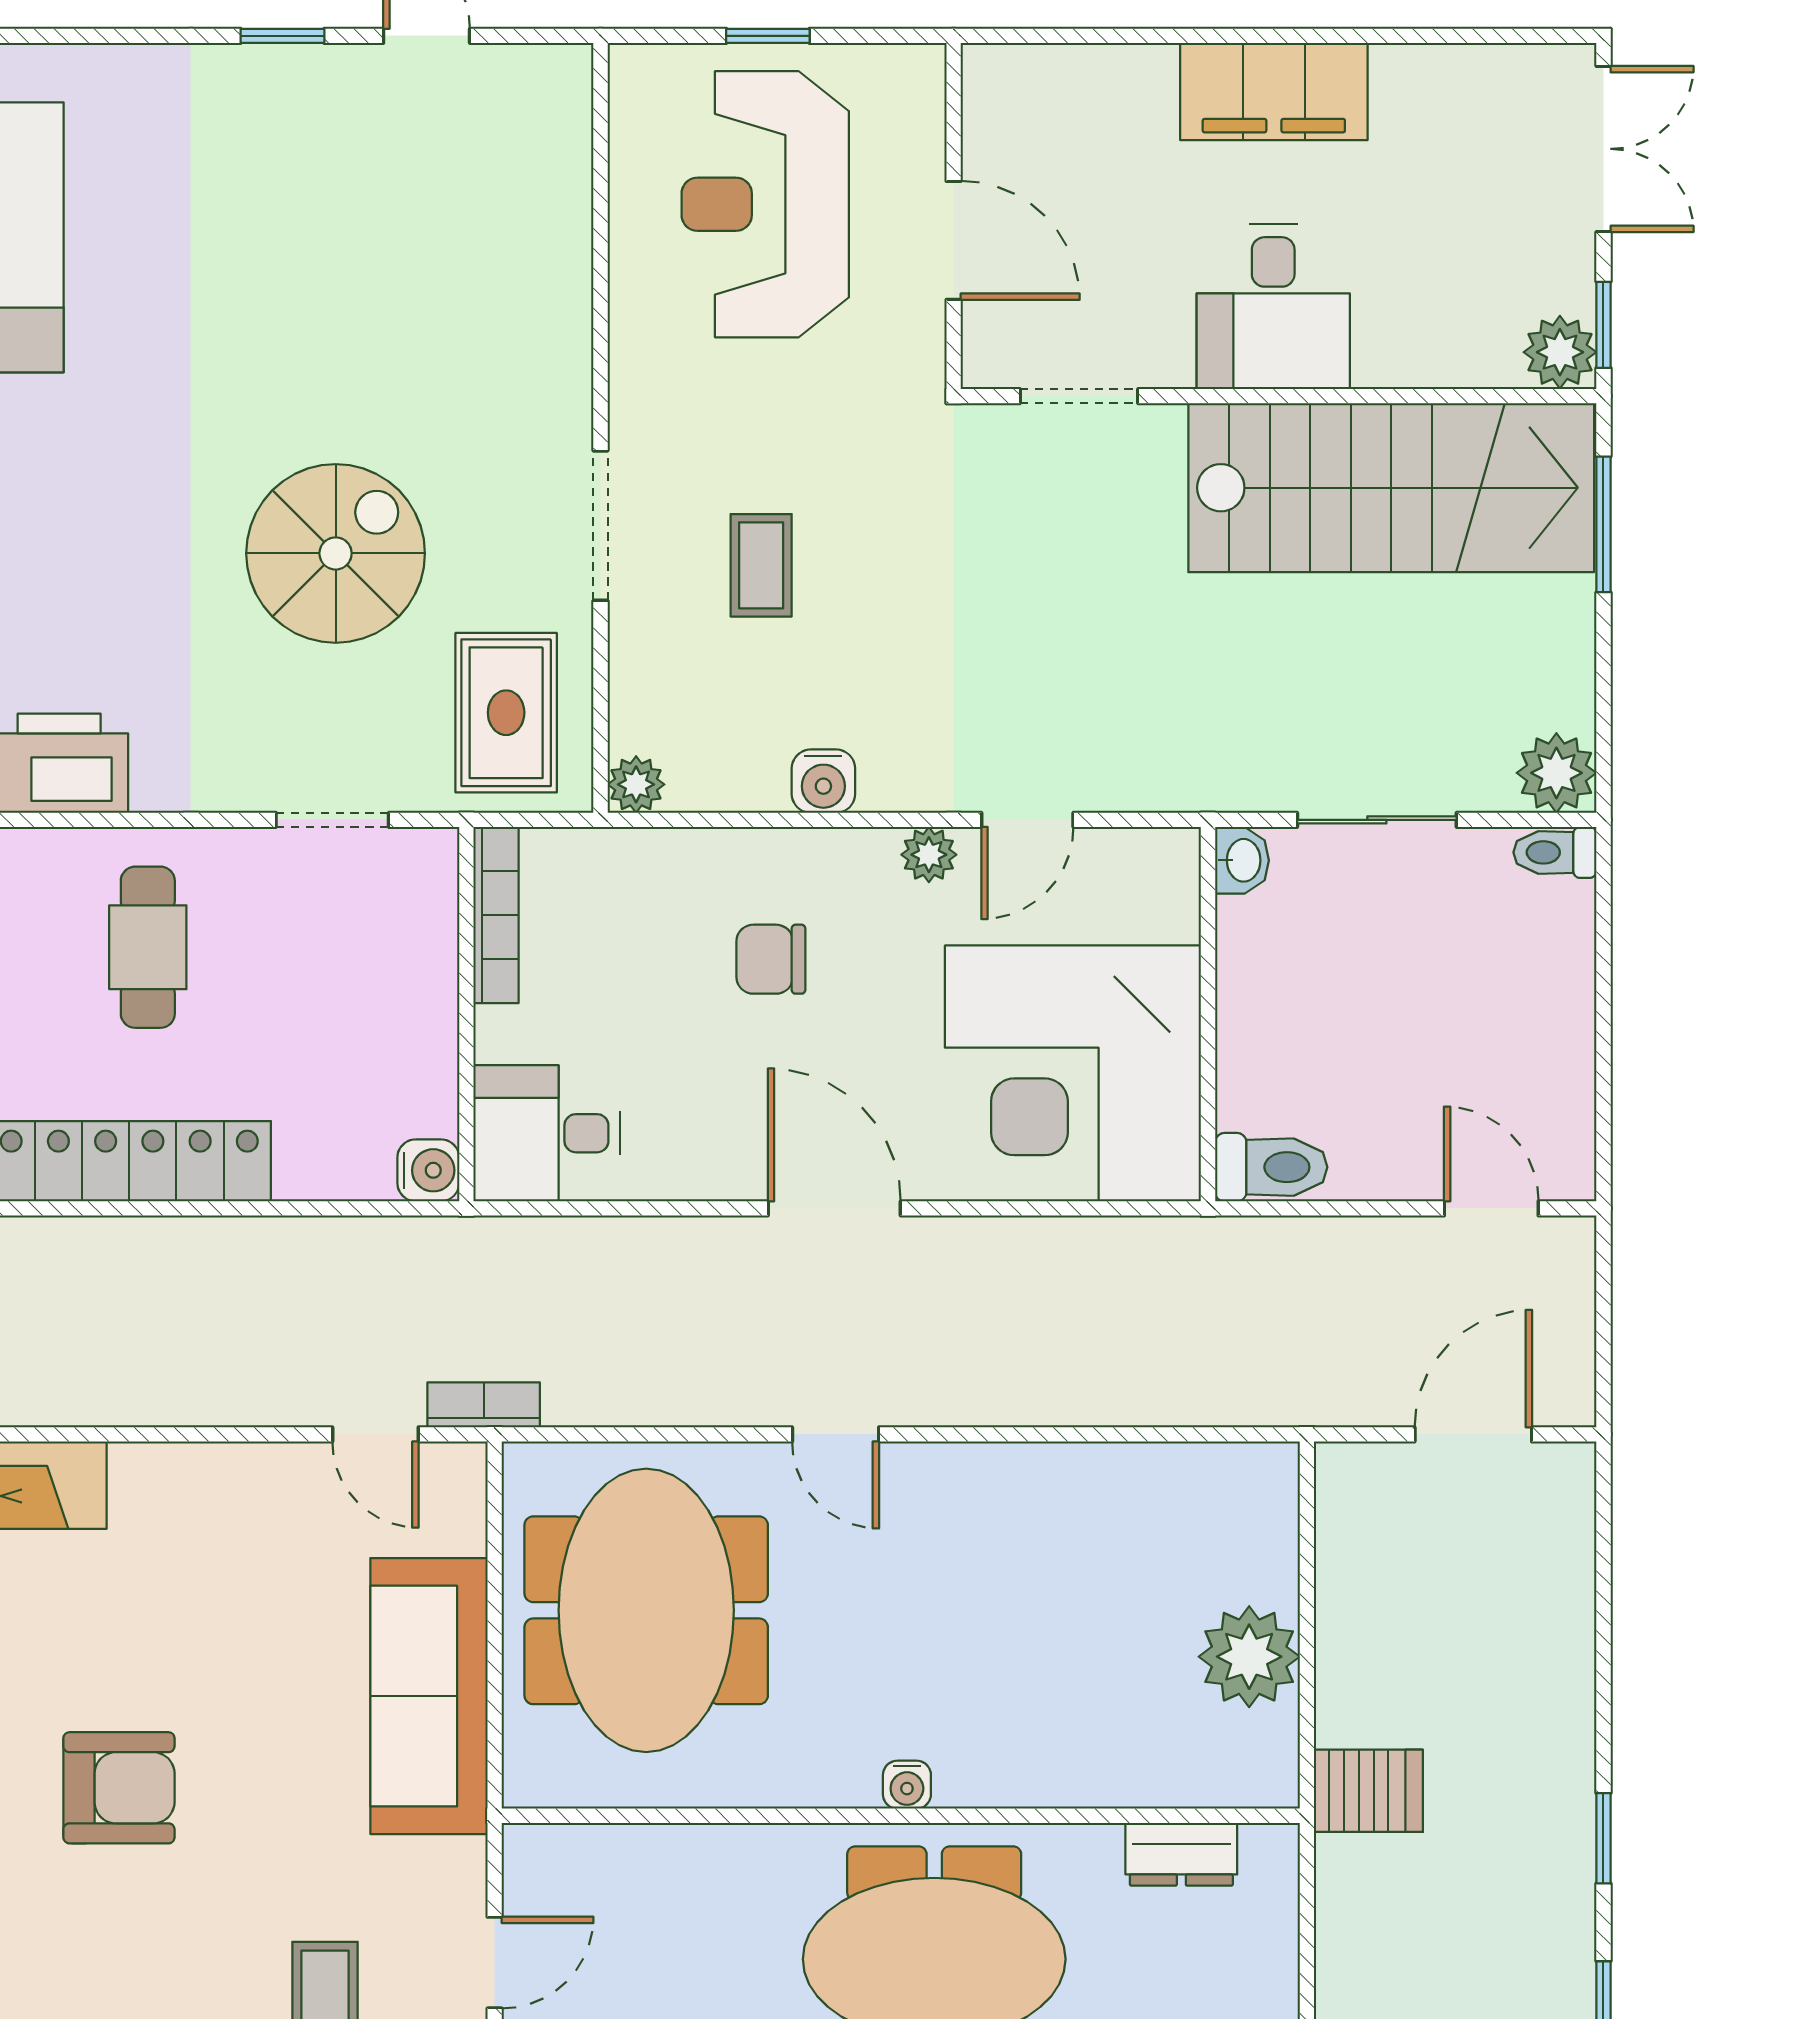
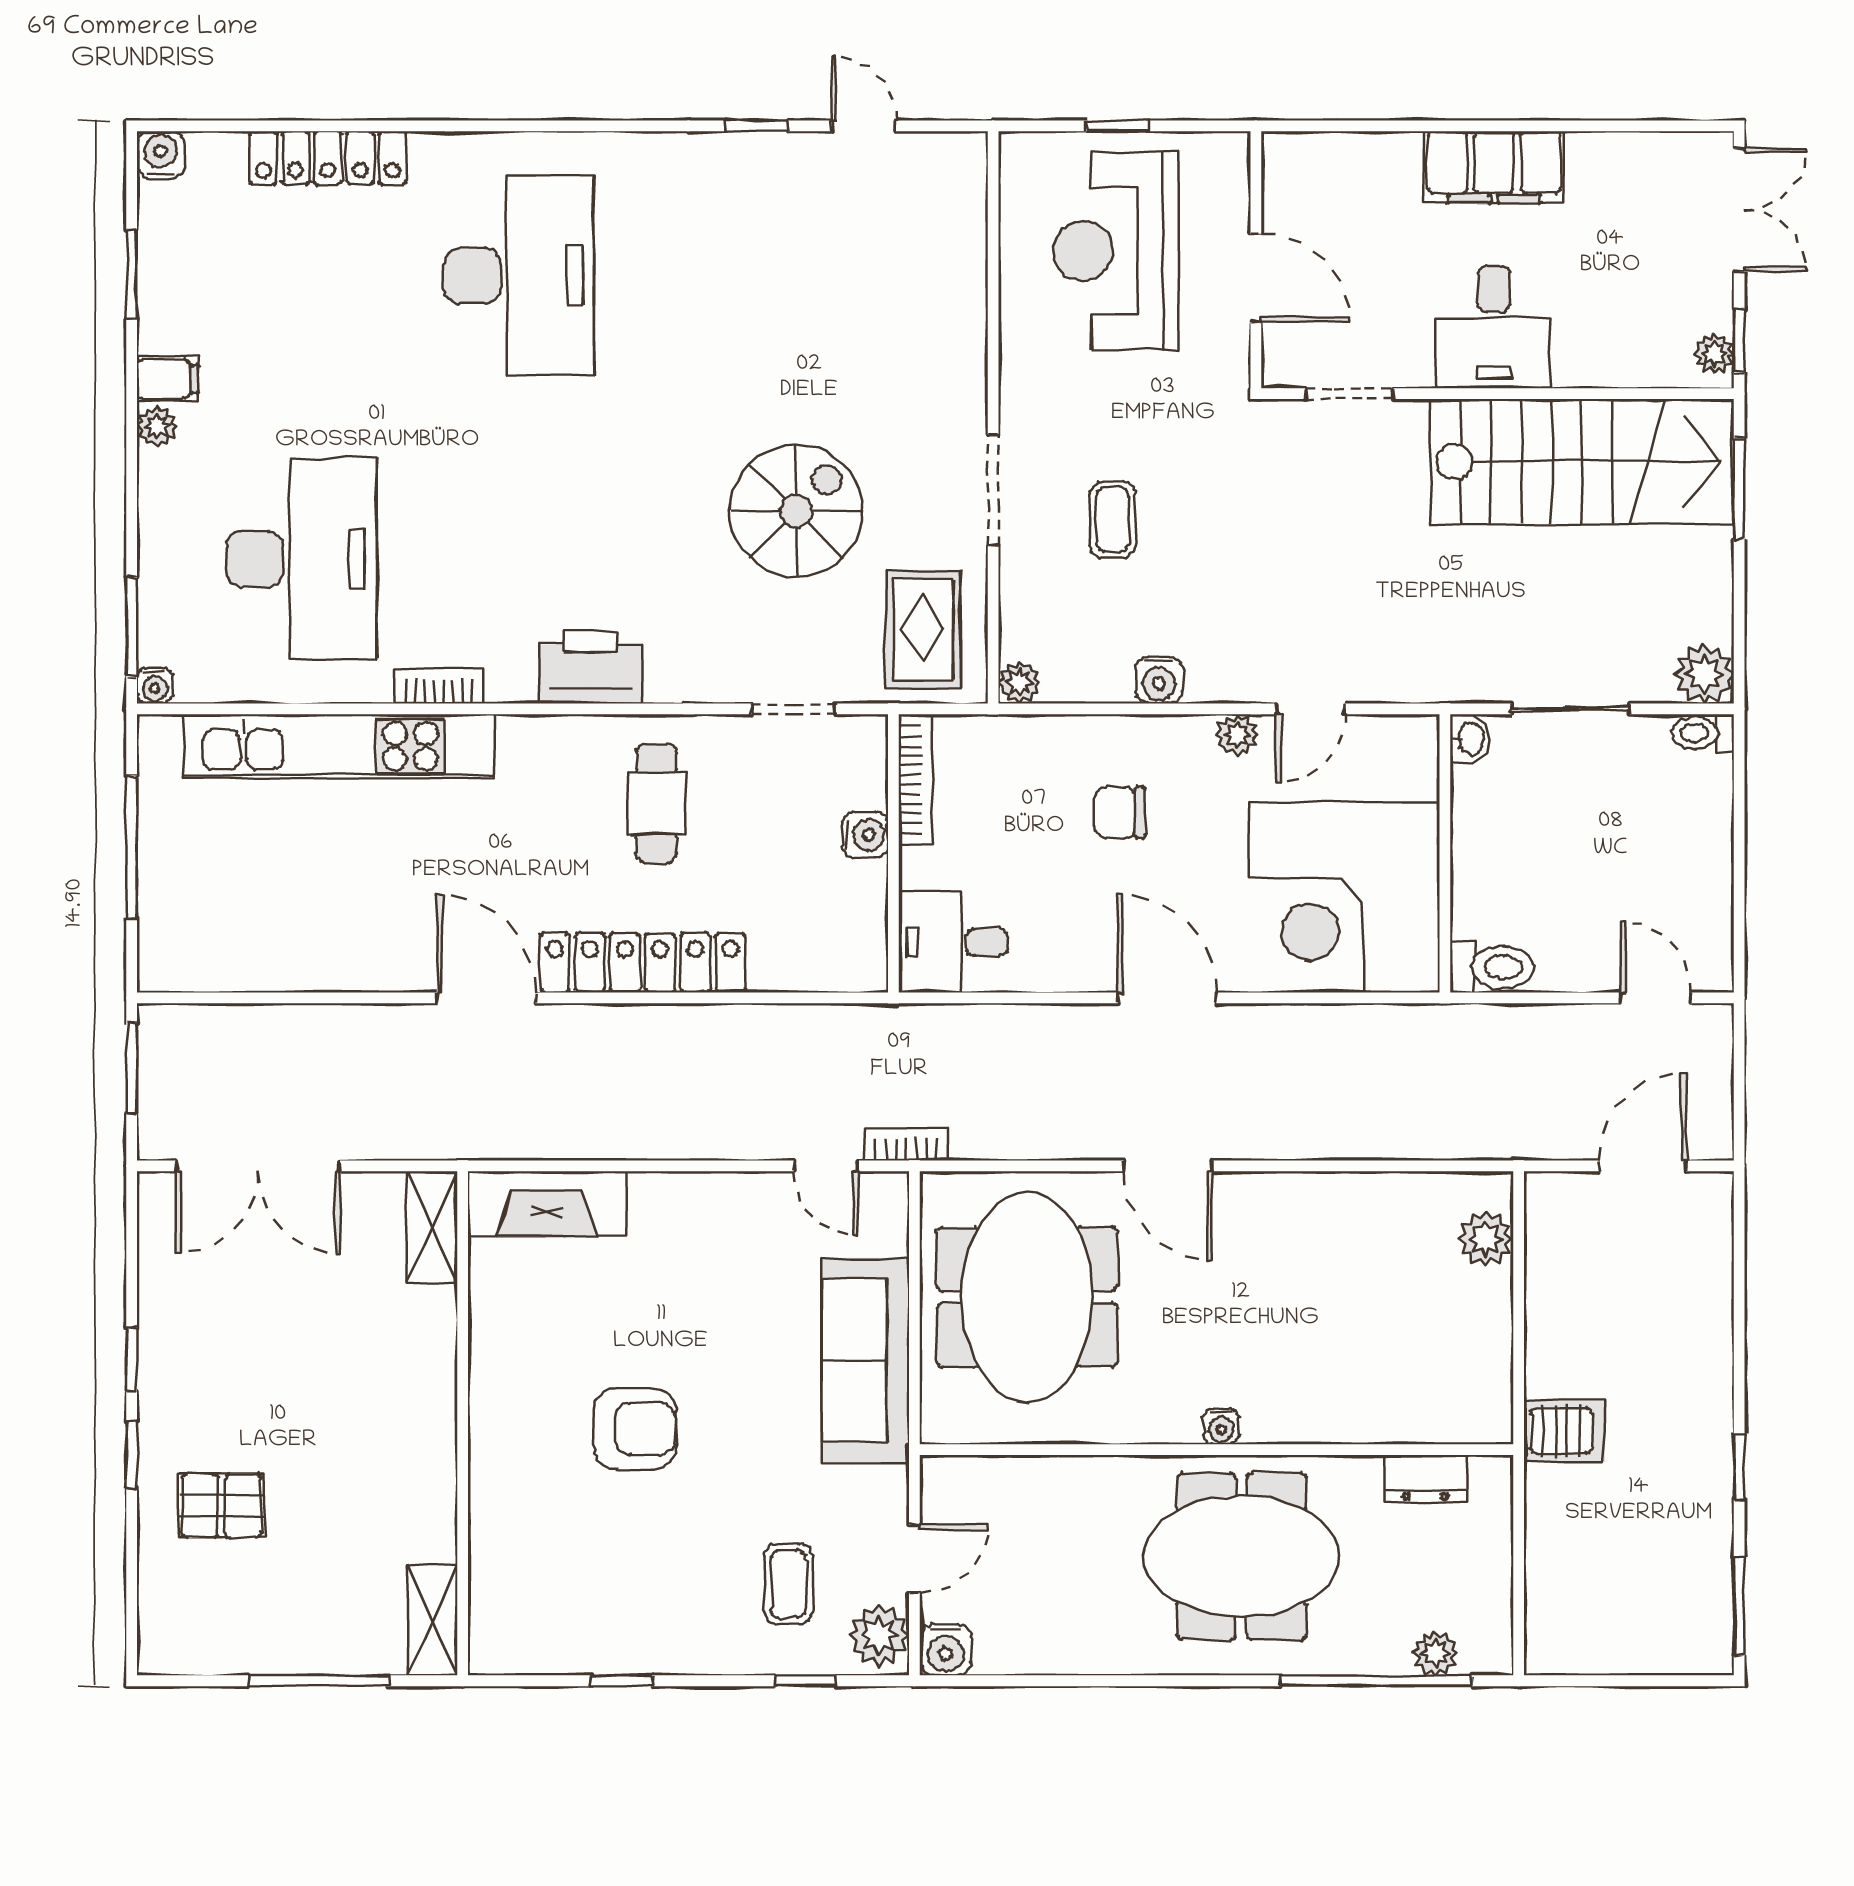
plant: (1560, 352) -> (1714, 354), width x0.73, depth x0.73
water cooler: (428, 1170) -> (865, 835), moved
door: (836, 1434) -> (1168, 1166), width x1.37
plant: (1249, 1657) -> (1486, 1239), moved, width x0.73, depth x0.73

